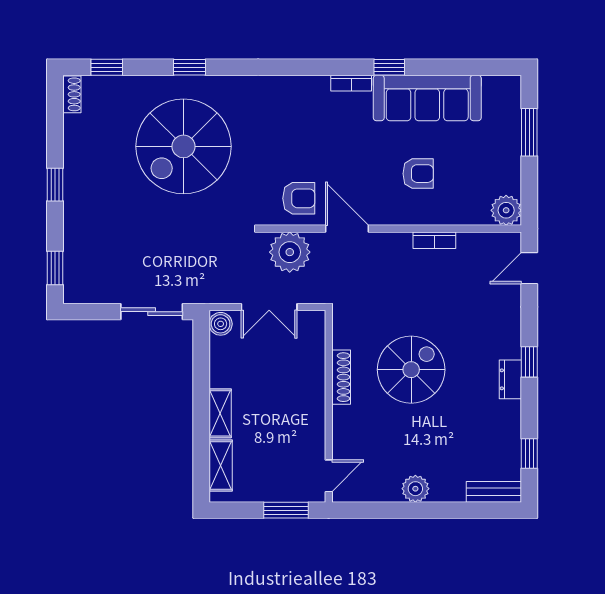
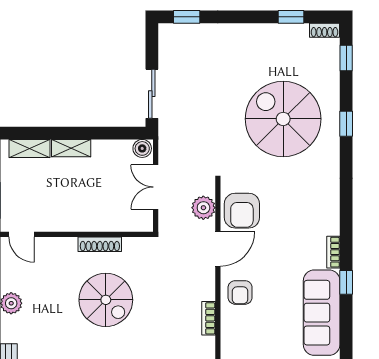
armchair: (418, 174) -> (240, 292), moved
window: (55, 185) -> (291, 17), moved
armchair: (299, 198) -> (242, 211), width x1.38, depth x1.38
plant: (290, 252) -> (203, 208), width x0.73, depth x0.73

